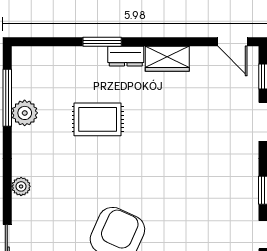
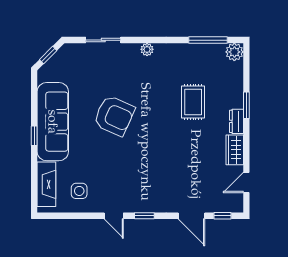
door: (233, 42) -> (246, 183), moved
plant: (25, 113) -> (234, 52), moved

